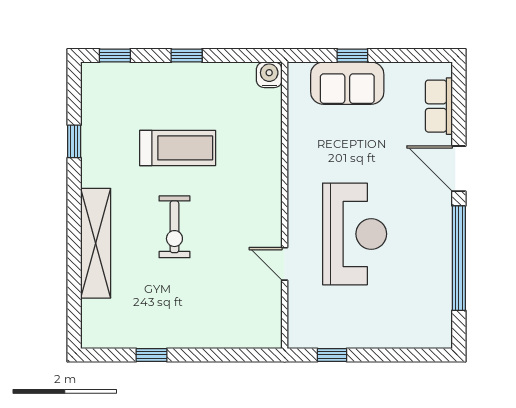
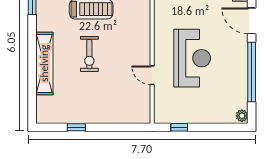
plant: (442, 335) -> (242, 116), added

